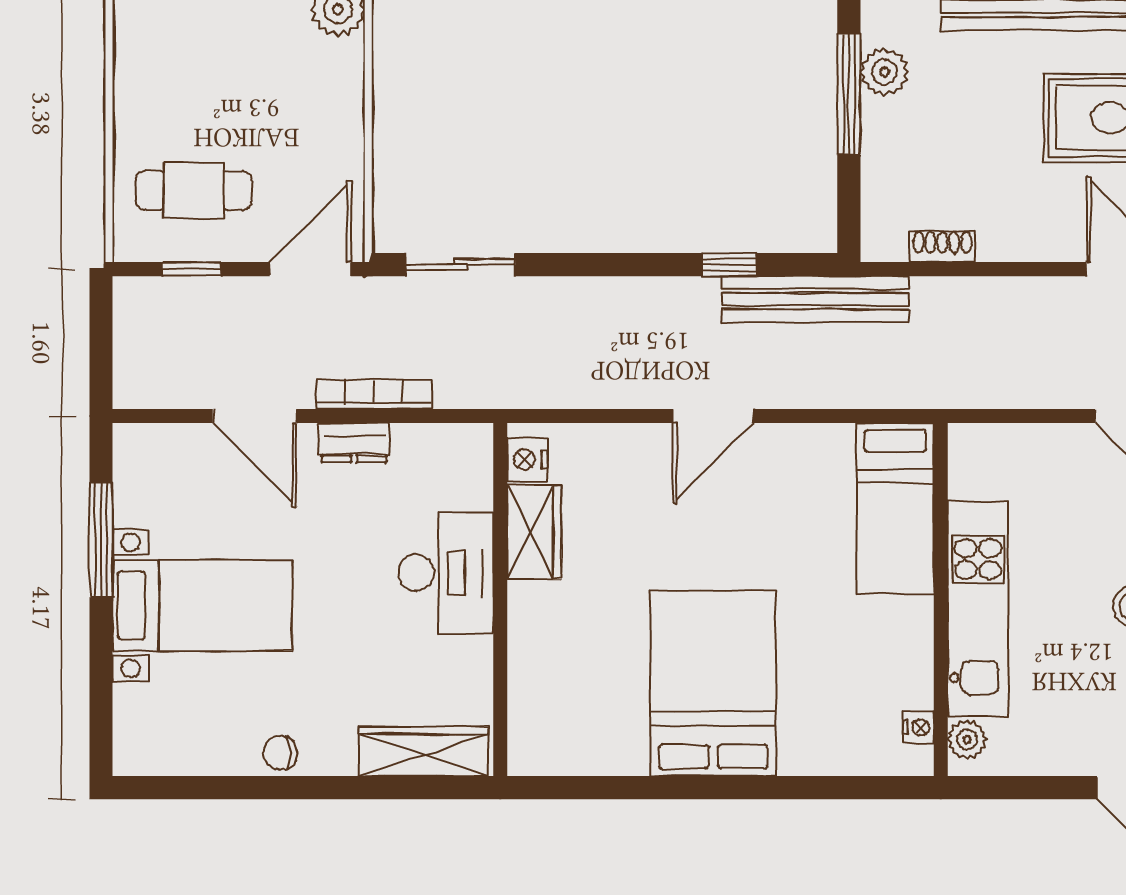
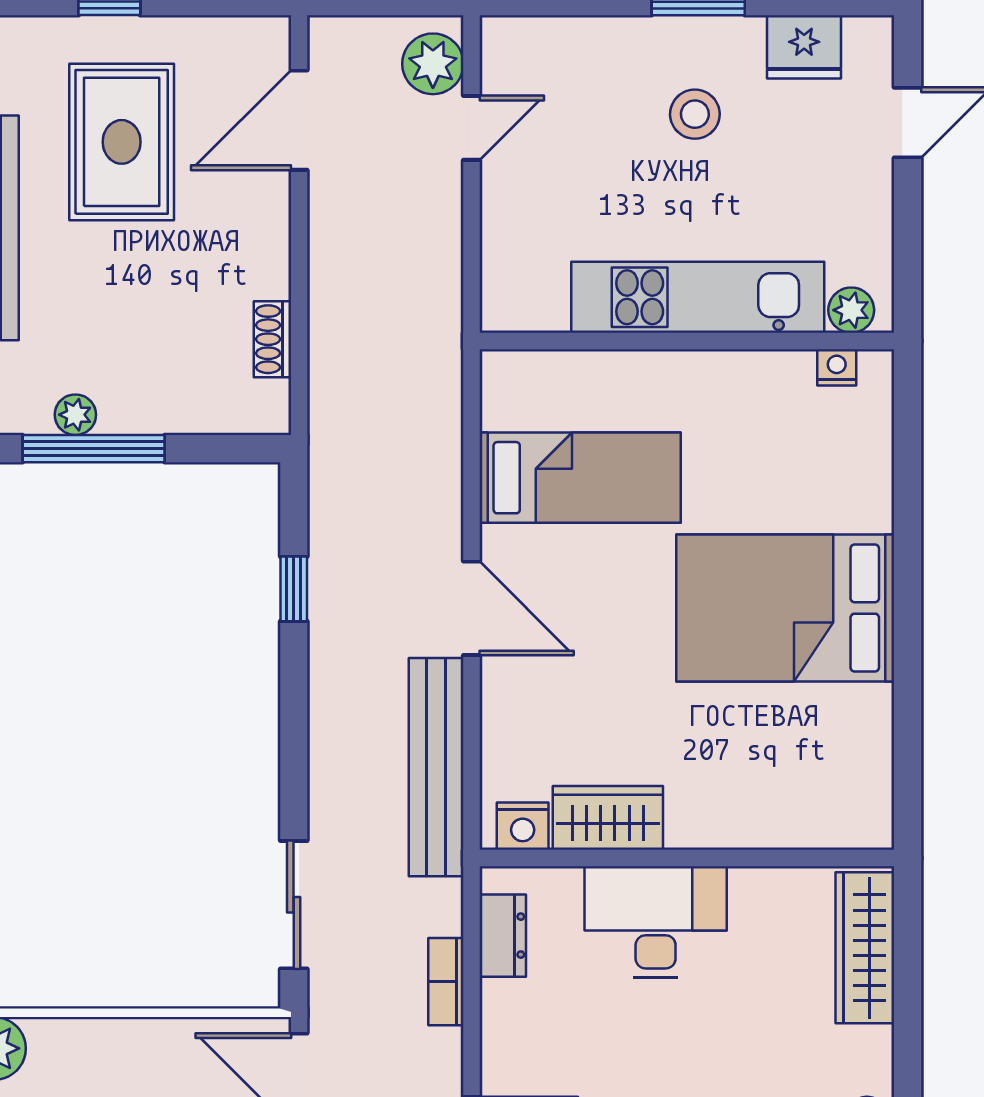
plant: (884, 72) -> (75, 415), width x0.73, depth x0.73
bench: (816, 299) -> (436, 767), moved
bookcase: (374, 394) -> (446, 982), width x0.64
dresser: (354, 443) -> (503, 936), moved
bed: (895, 509) -> (580, 478), moved

